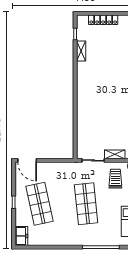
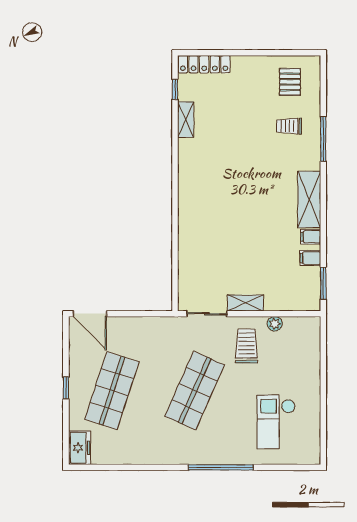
locker: (103, 20) -> (204, 64), moved
shop shelf: (39, 204) -> (112, 391), turned 30
shop shelf: (86, 204) -> (195, 391), turned 30

